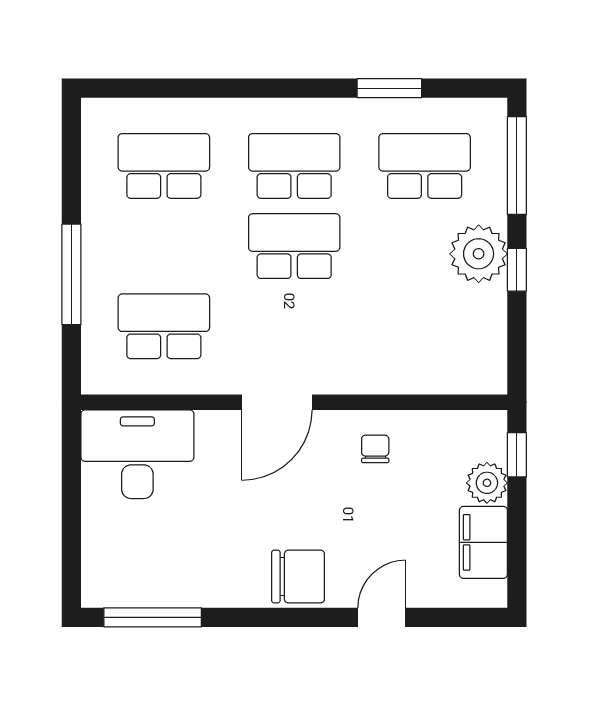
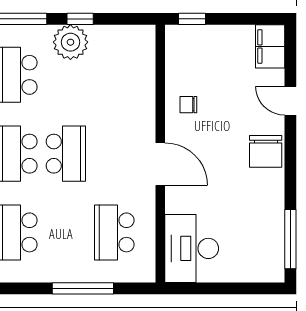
school desk: (294, 246) -> (66, 154), turned 180
plant: (487, 483) -> (209, 37), removed
filing cabinet: (483, 542) -> (270, 46), moved, turned 90
chair: (298, 577) -> (266, 151), turned 180

